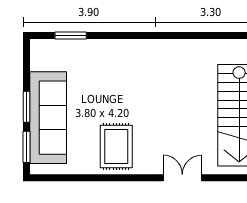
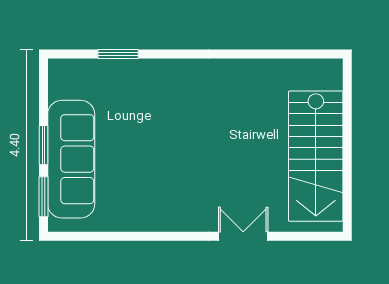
window: (71, 36) -> (118, 54), moved
rug: (116, 146) -> (158, 196), removed

